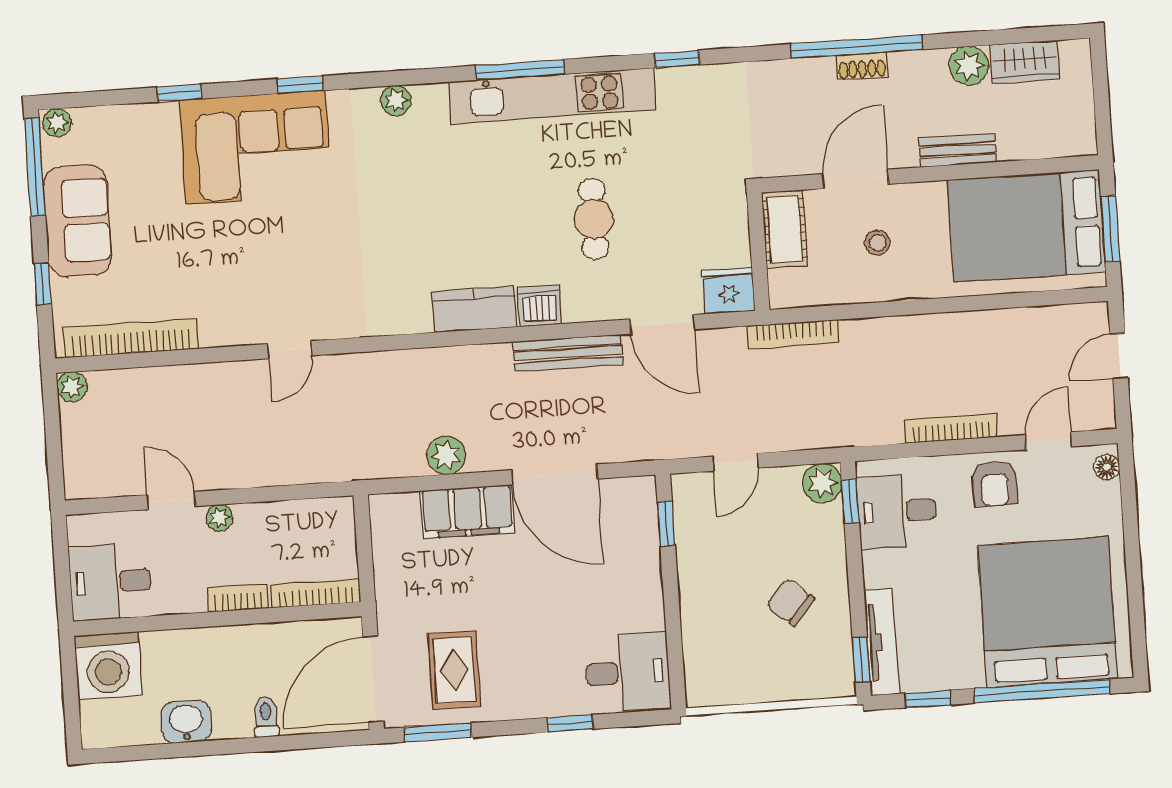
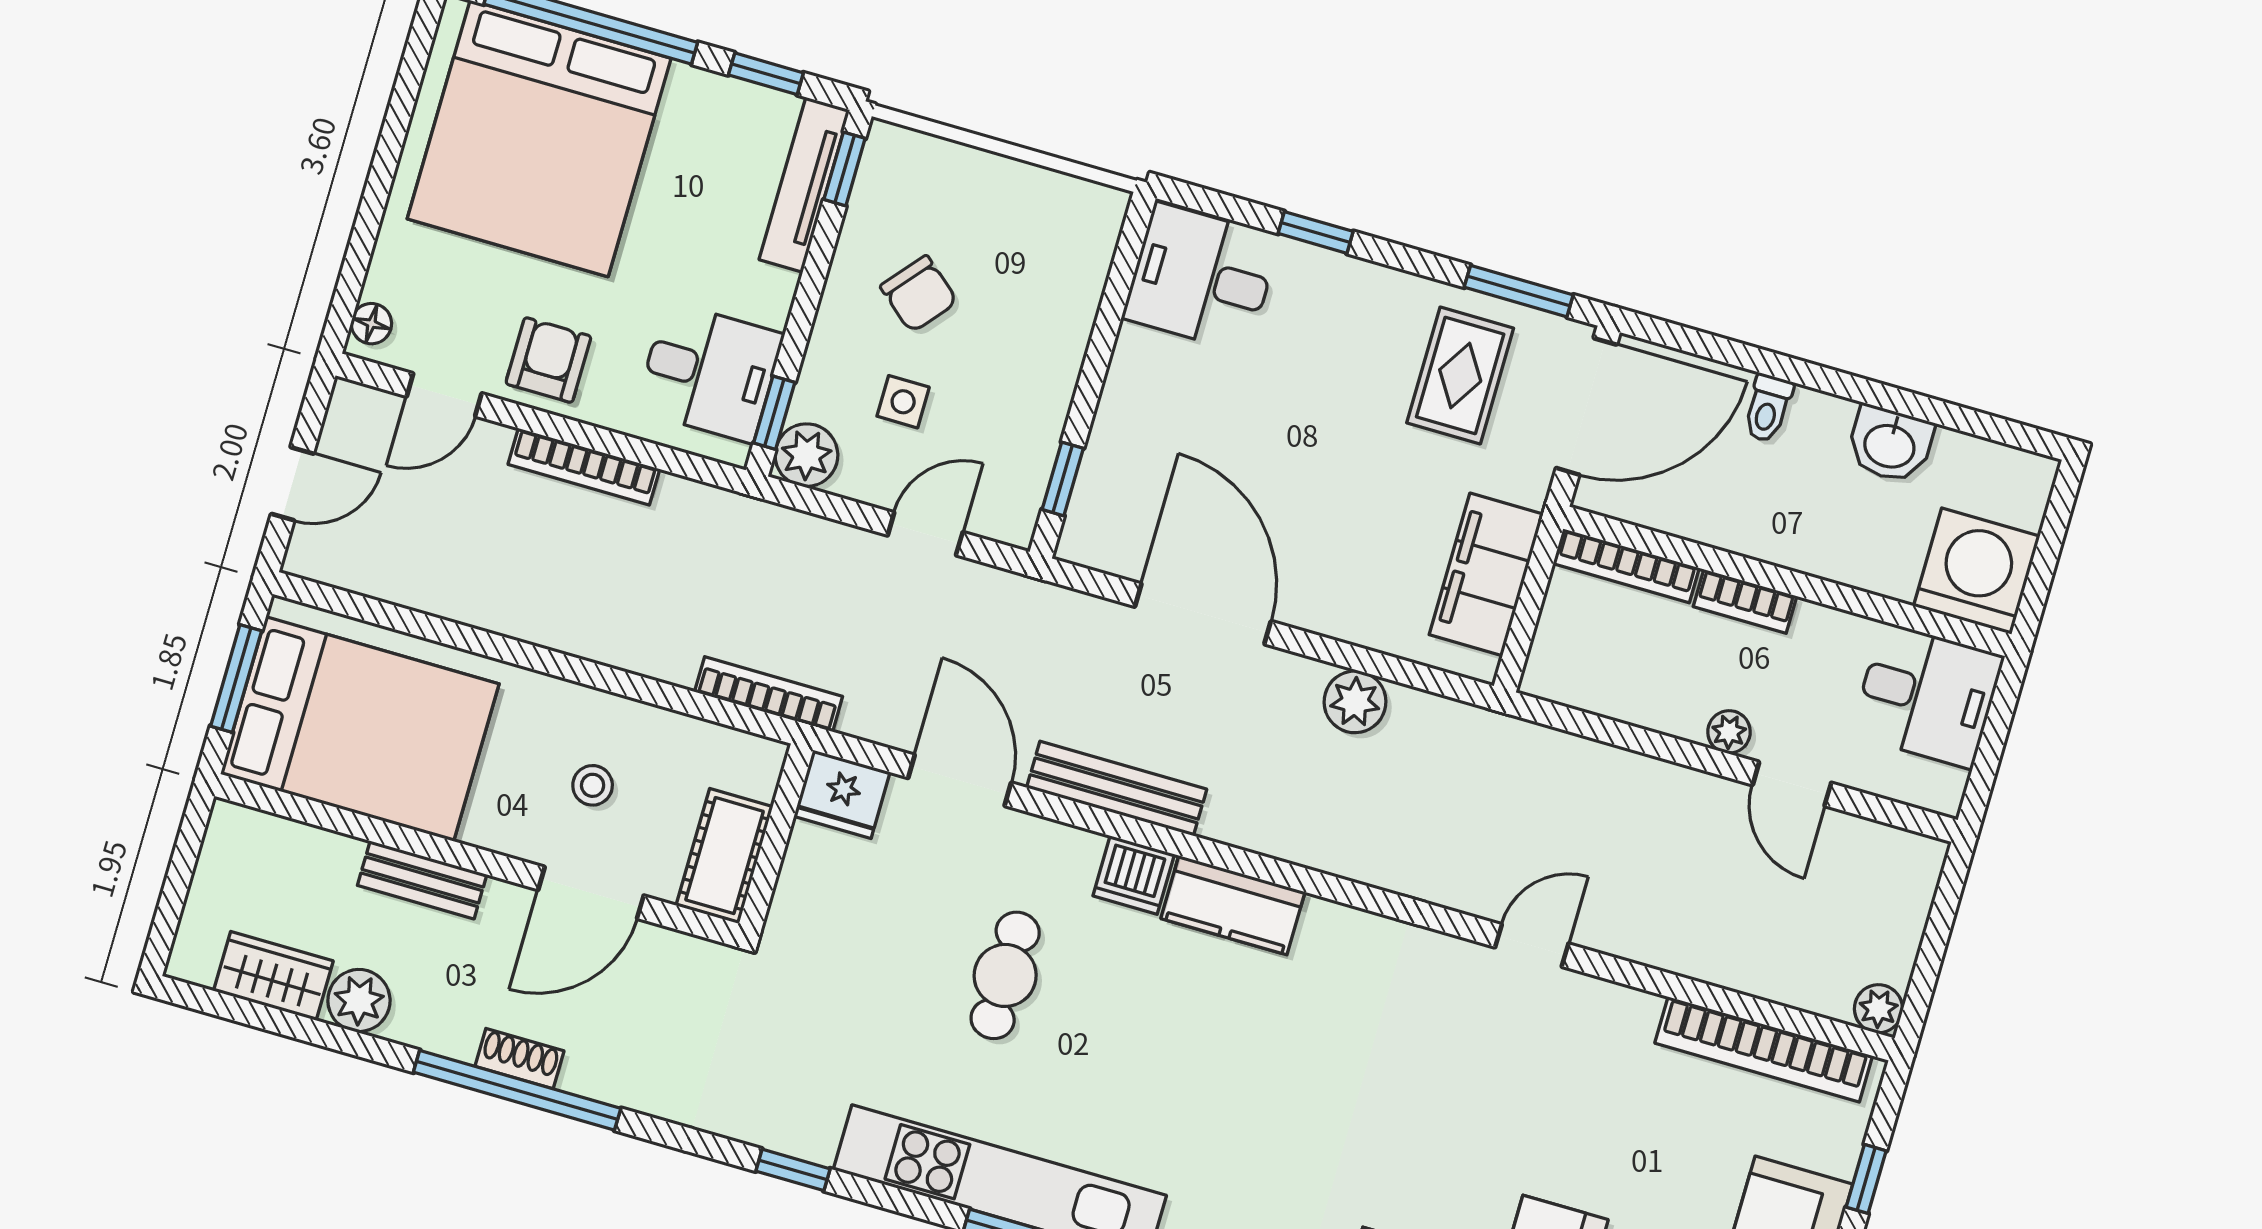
filing cabinet: (467, 512) -> (1486, 574), moved, turned -90
side table: (777, 535) -> (903, 402), added

